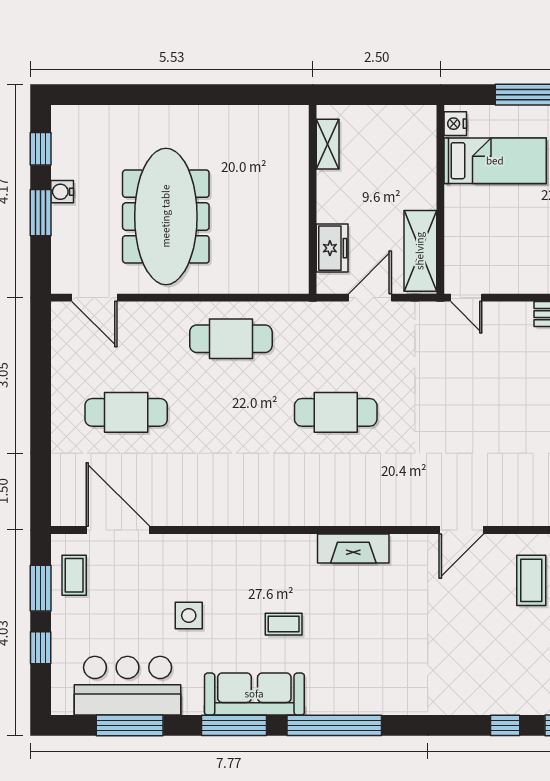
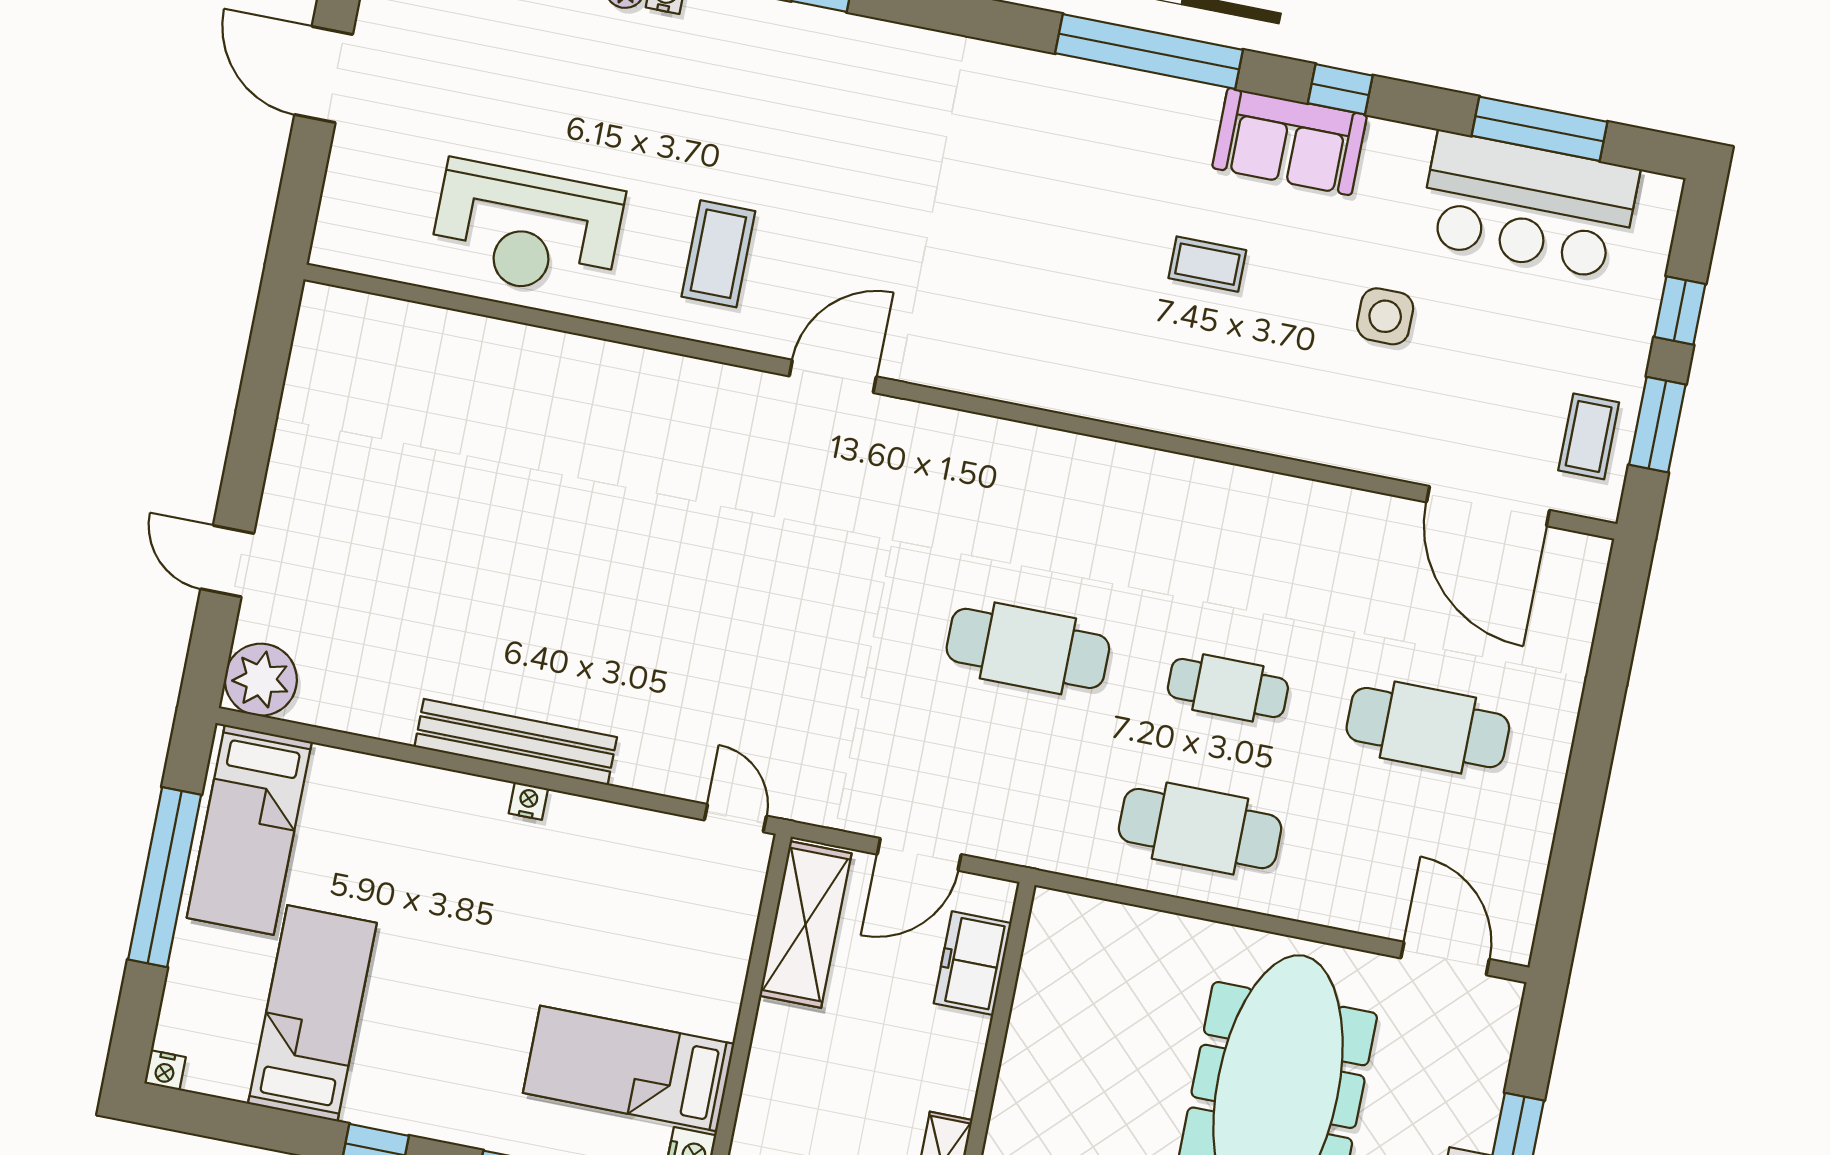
cafe table: (231, 412) -> (1228, 688), added
fireplace: (353, 549) -> (1046, 382), removed
sofa: (254, 694) -> (1290, 142), width x0.73
window: (234, 725) -> (1340, 89), width x0.46

